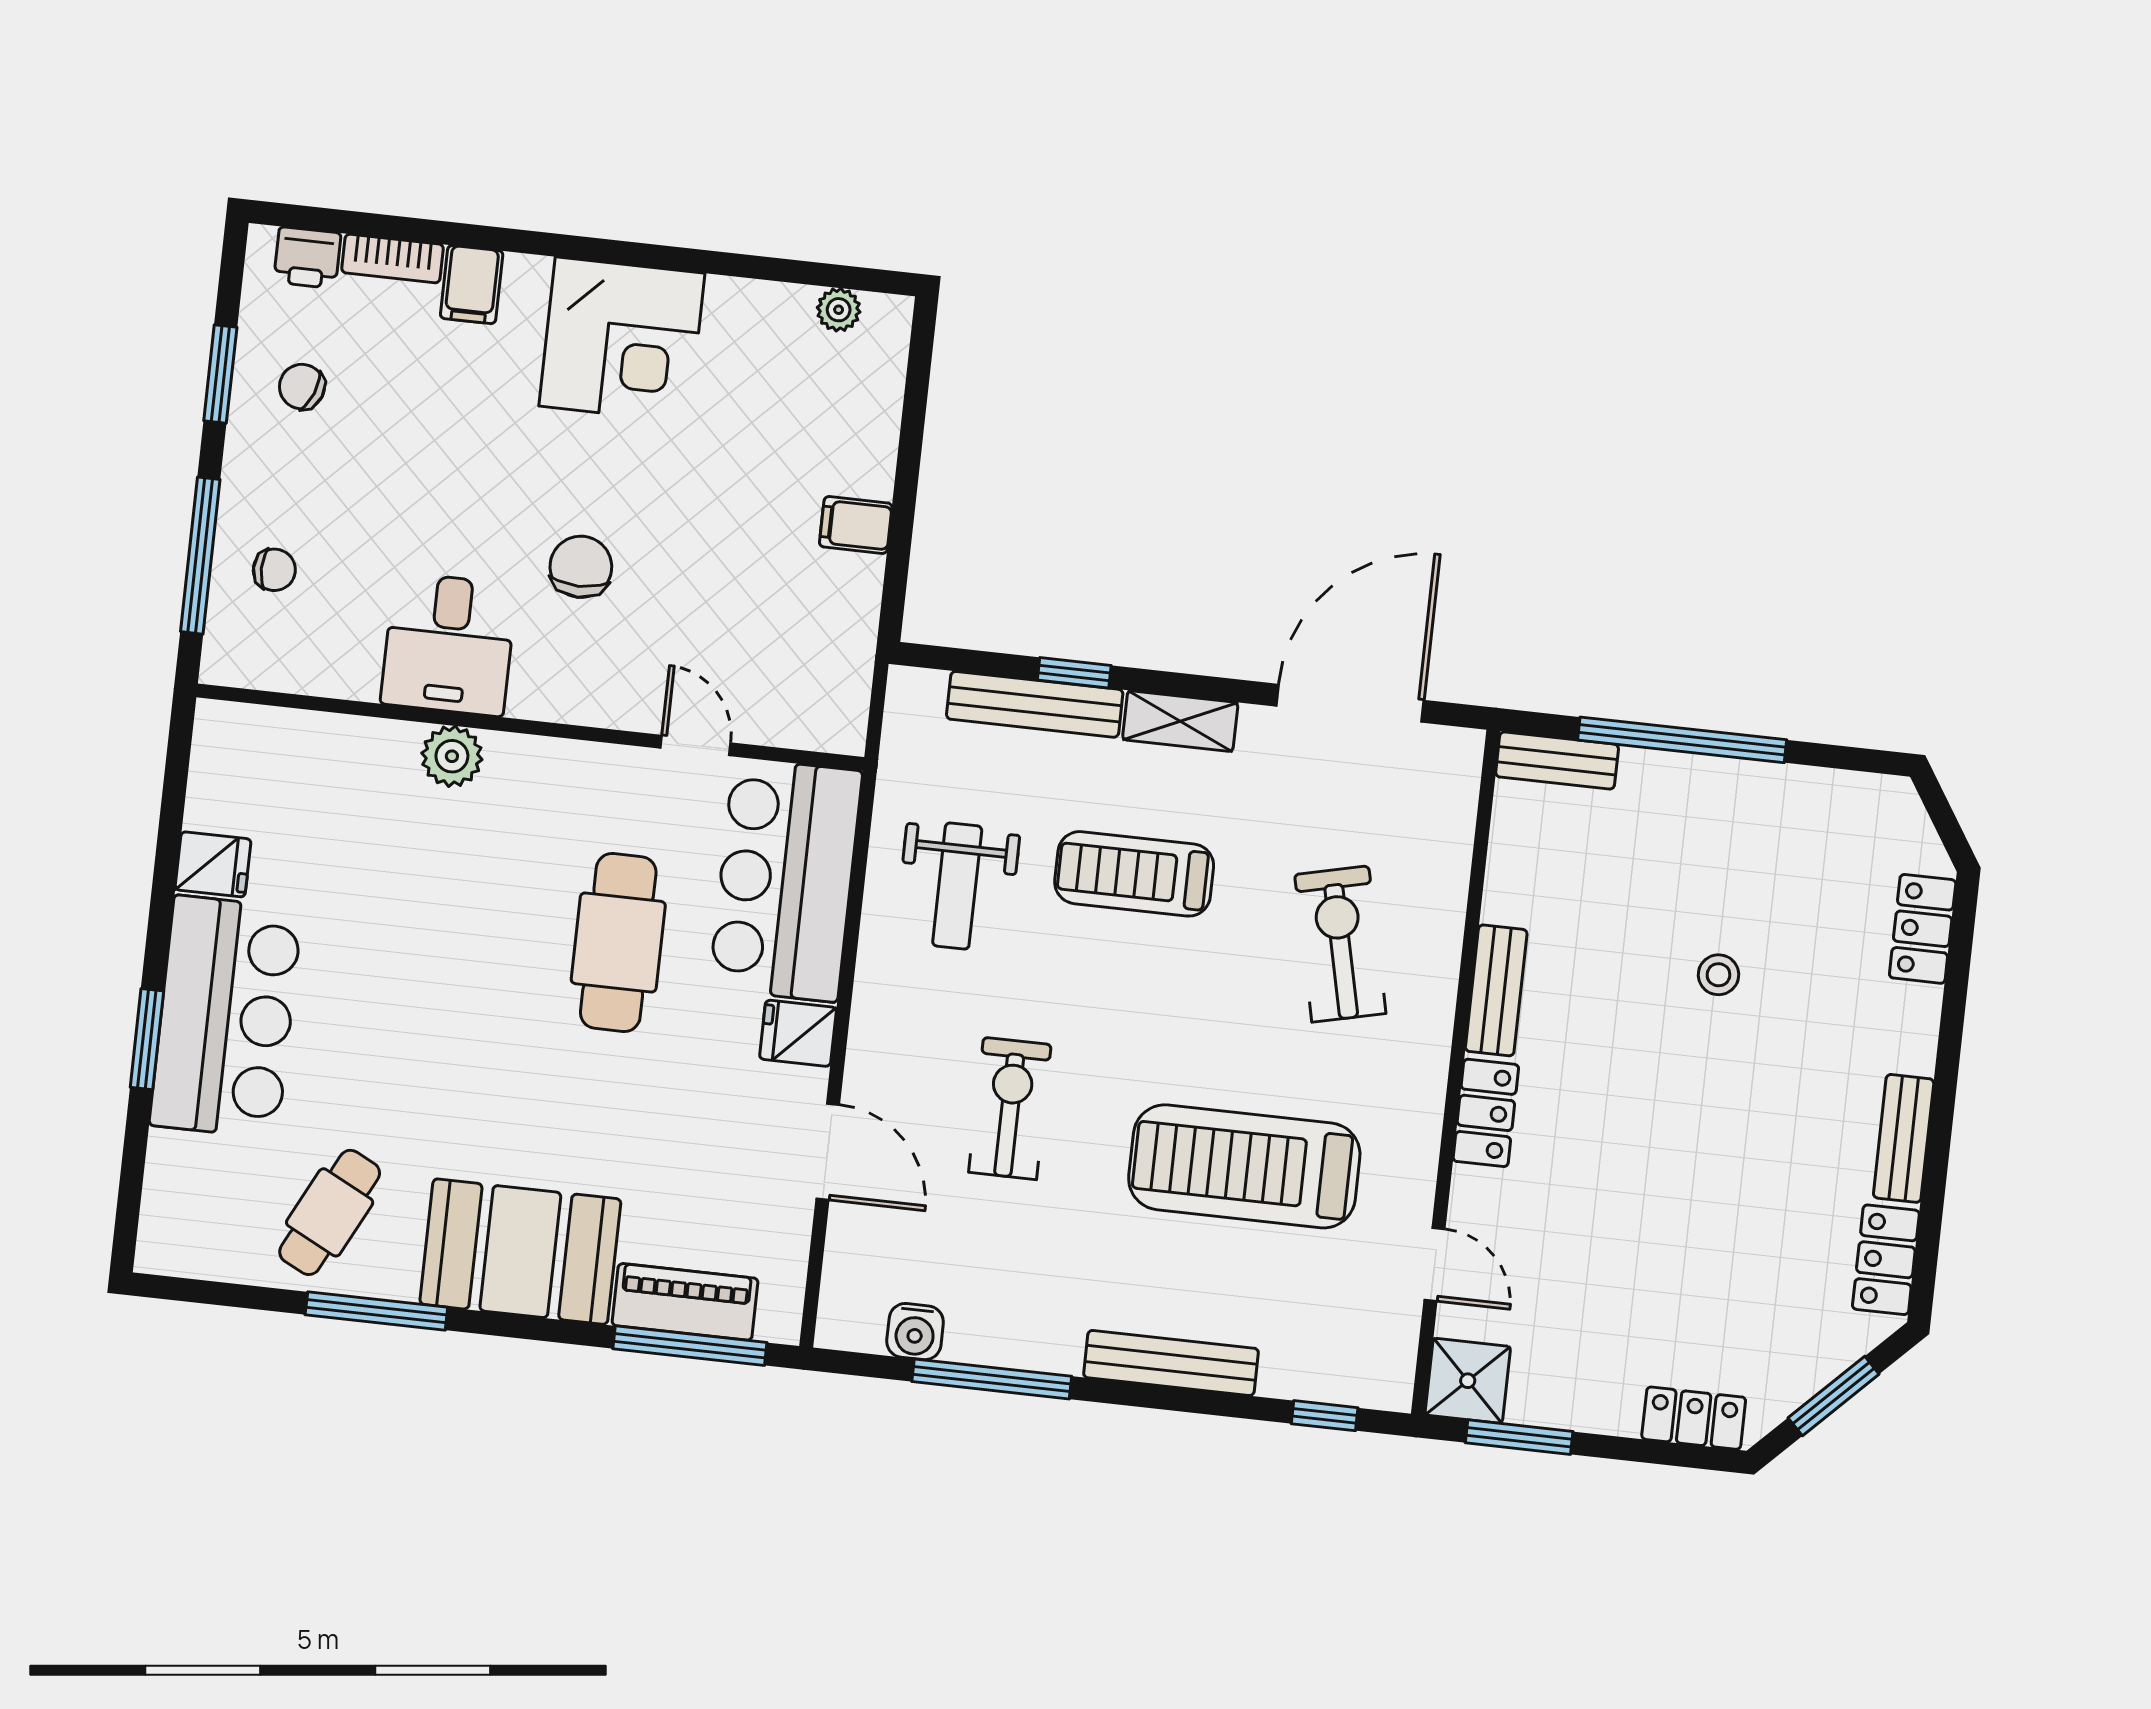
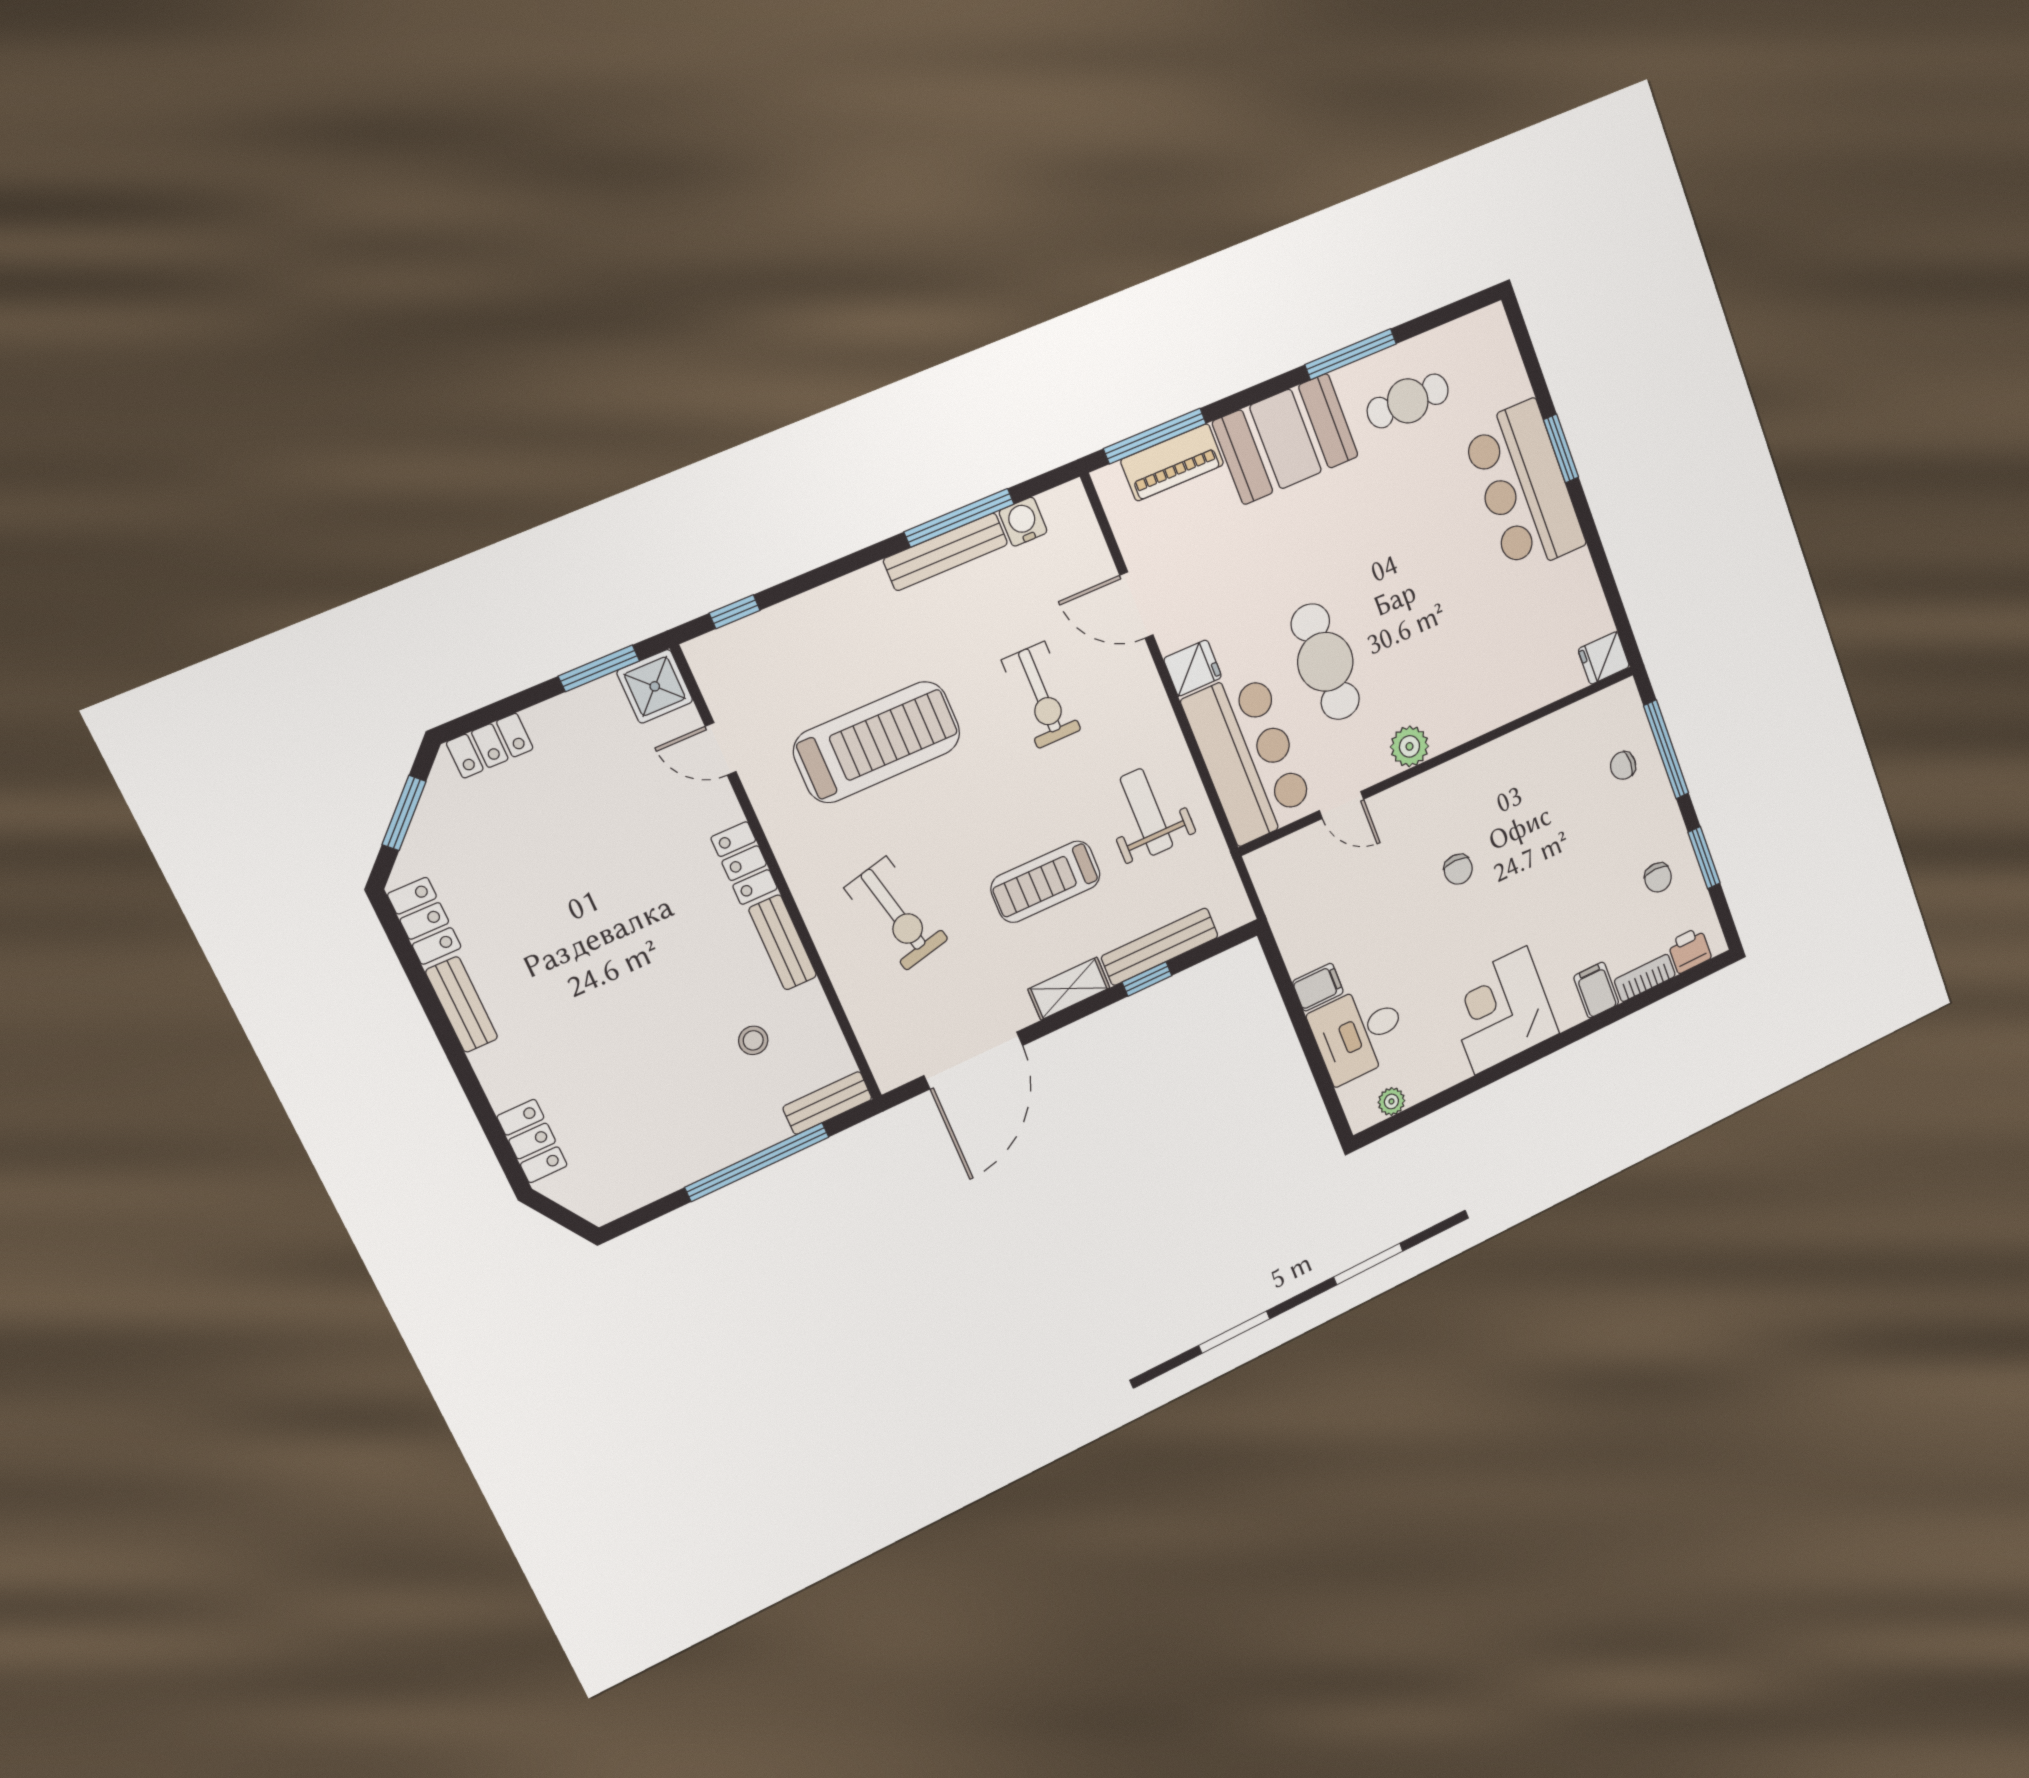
chair: (302, 387) -> (1658, 877), turned 69
chair: (581, 567) -> (1458, 869), width x0.73, depth x0.73
desk: (449, 644) -> (1359, 1033), moved, turned -90
plant: (452, 756) -> (1410, 746), moved
fridge: (213, 864) -> (1604, 658), moved
treadmill: (1134, 874) -> (1046, 882), turned 180
stool: (1718, 975) -> (753, 1040), moved
cafe table: (330, 1212) -> (1408, 401), turned 63
bench: (1171, 1363) -> (946, 552), moved

